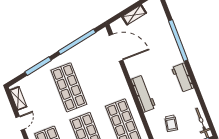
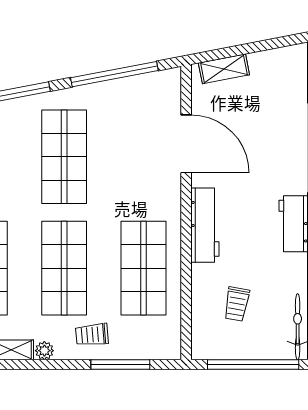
shelving: (134, 15) -> (224, 69), moved
door: (116, 48) -> (186, 144), moved

